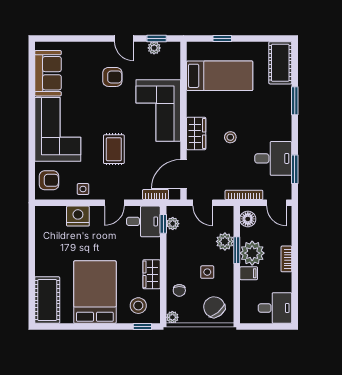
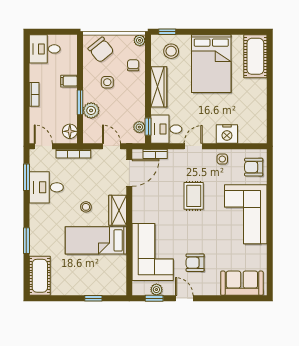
sofa: (48, 73) -> (242, 283), moved, turned 90
bed: (220, 76) -> (96, 240), moved
corner sofa: (158, 111) -> (153, 252), moved
plant: (252, 253) -> (66, 100), removed
wardrobe: (152, 274) -> (159, 87), width x1.50

